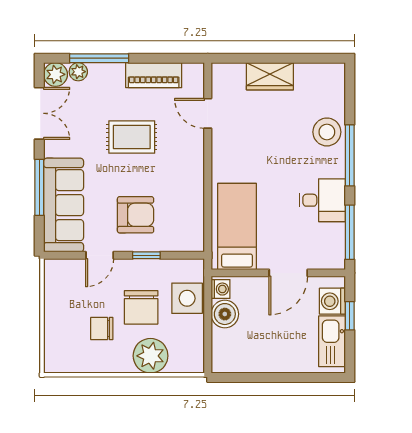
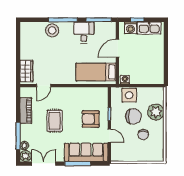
wardrobe: (270, 76) -> (26, 71), moved
armchair: (136, 215) -> (91, 119), turned -90
door: (288, 273) -> (117, 48), swing flipped
boiler: (225, 314) -> (137, 78), removed

